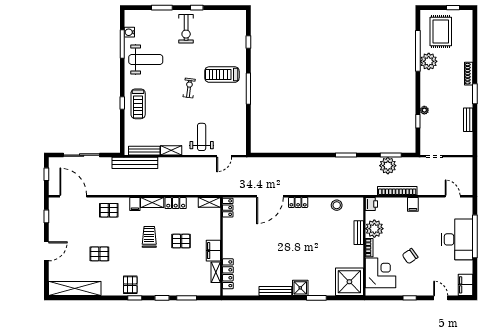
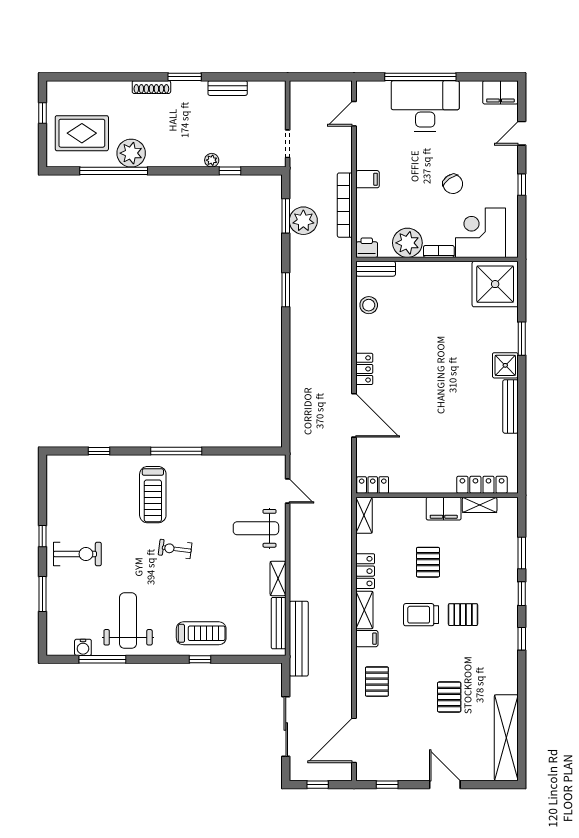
bench: (359, 233) -> (376, 269), moved
pallet: (130, 285) -> (463, 615), moved

